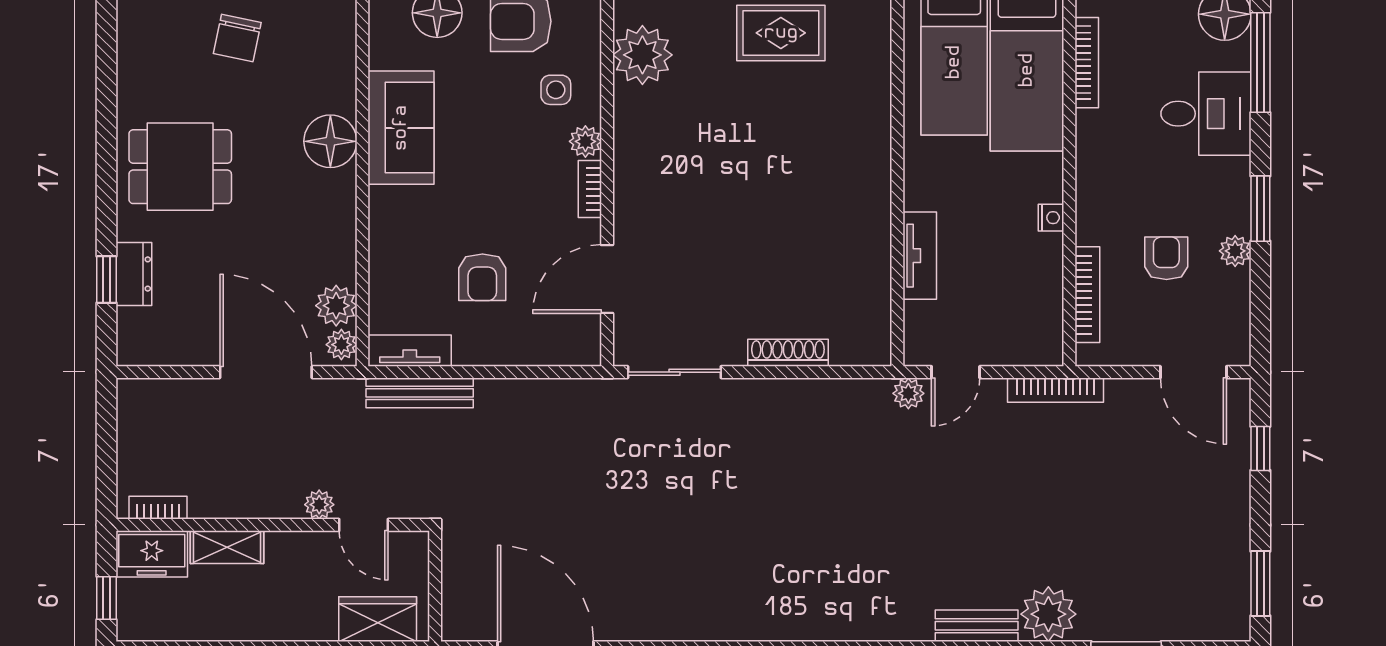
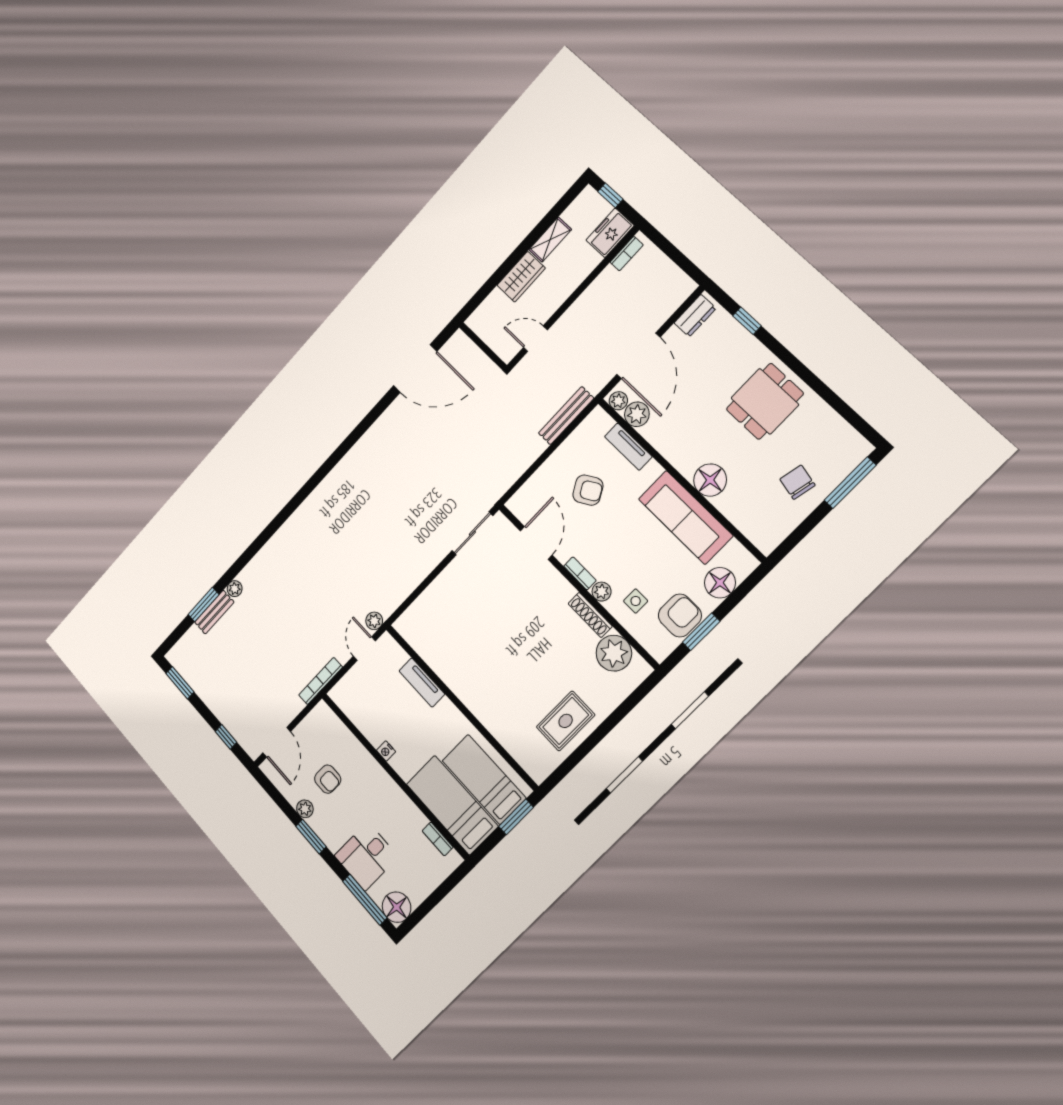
bookcase: (1087, 63) -> (438, 839), width x0.64
sofa: (401, 128) -> (685, 517), width x1.36
dresser: (134, 274) -> (695, 316), moved, turned -90
armchair: (482, 277) -> (588, 490), turned 150
bookcase: (1087, 295) -> (344, 733), removed
tv unit: (410, 351) -> (628, 447), moved, turned 90
shoe rack: (788, 353) -> (590, 615), moved, turned 90
door: (266, 372) -> (638, 356), hinge flipped
door: (1193, 372) -> (277, 742), swing flipped
plant: (319, 505) -> (562, 327), removed
shelving: (227, 547) -> (550, 240), moved
plant: (1048, 614) -> (235, 589), width x0.53, depth x0.53
wardrobe: (378, 619) -> (521, 277), moved
bench: (977, 626) -> (214, 612), moved

